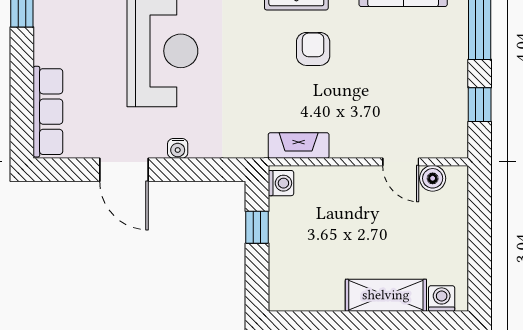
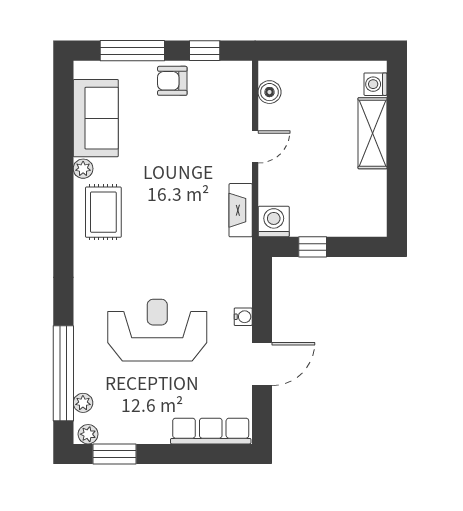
armchair: (313, 49) -> (172, 81), moved
door: (401, 162) -> (255, 147), moved
washing machine: (281, 183) -> (274, 222), width x1.38, depth x1.38

